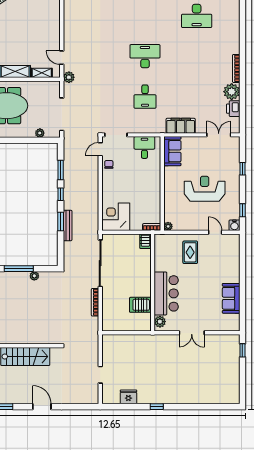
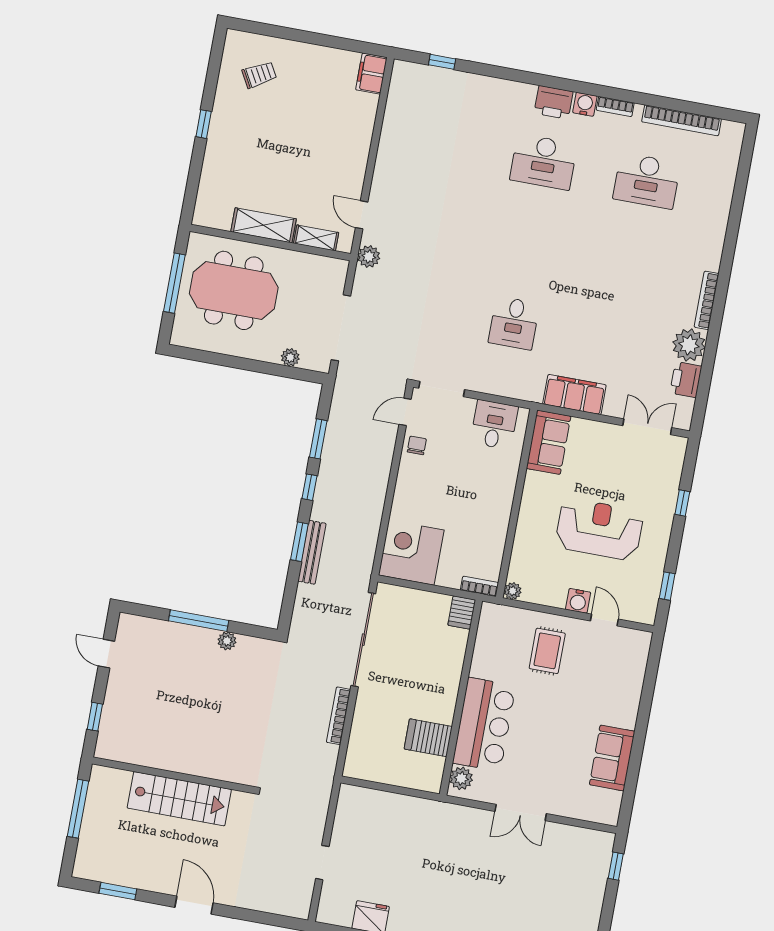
desk: (145, 56) -> (544, 162), moved, turned 180
water cooler: (234, 225) -> (578, 601), moved

